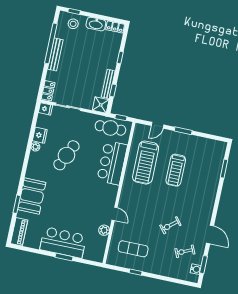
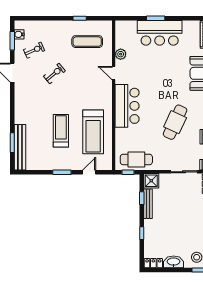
bar counter: (112, 163) -> (127, 106), moved
treadmill: (146, 163) -> (93, 132), turned 180
bench: (218, 163) -> (20, 147), added

